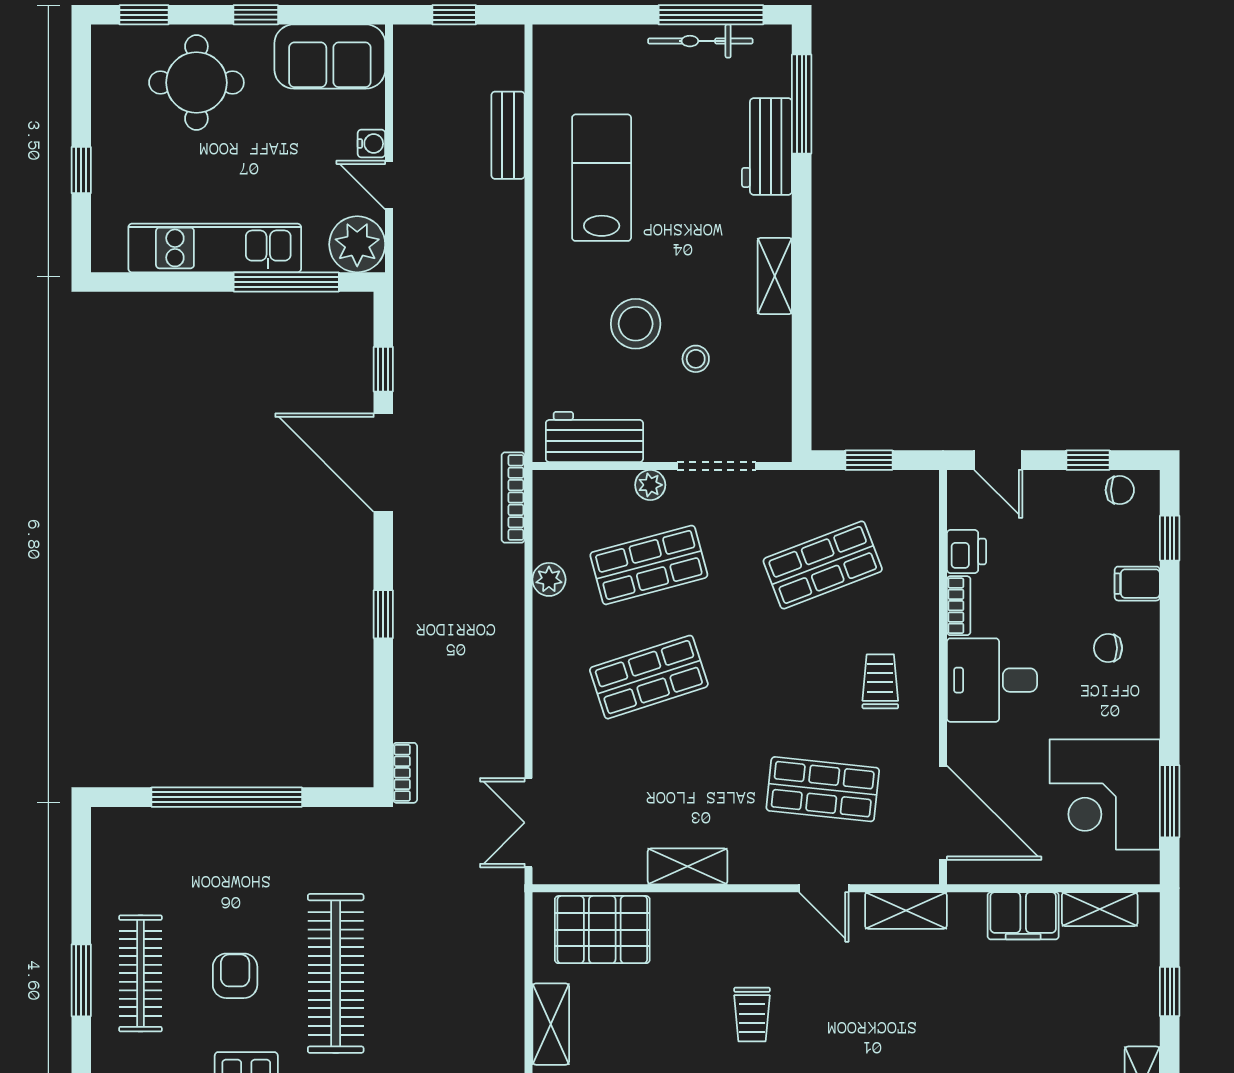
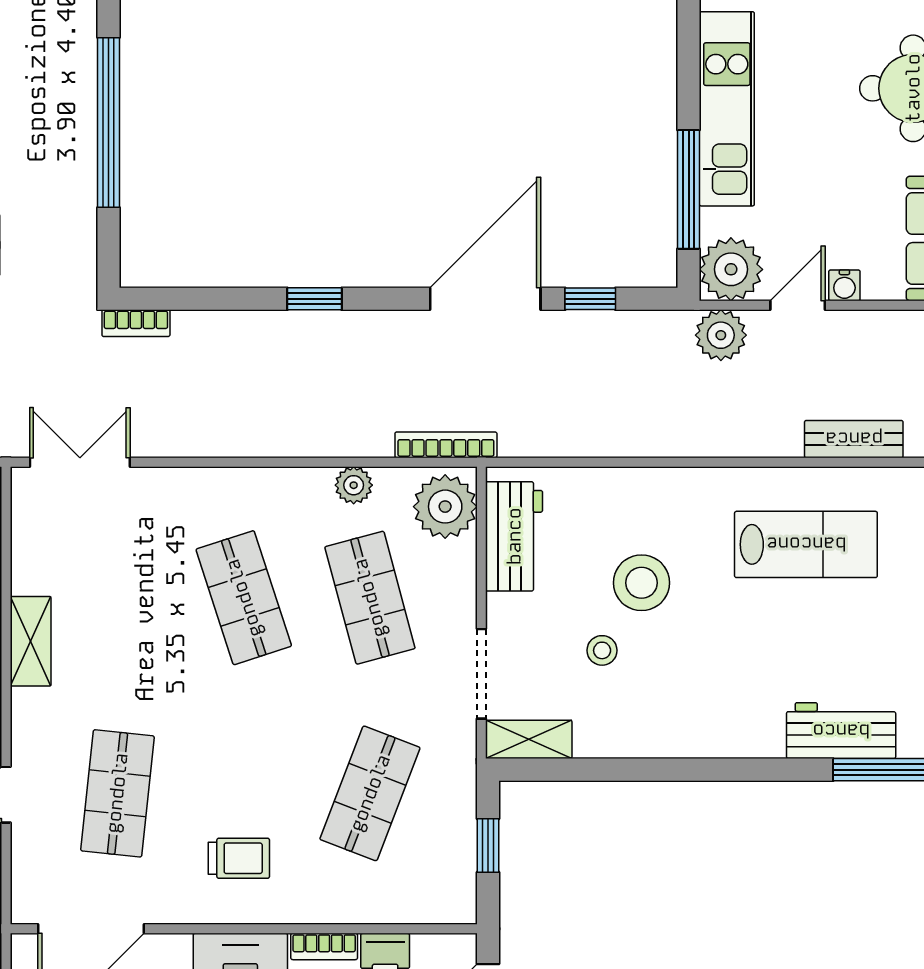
plant: (416, 253) -> (721, 335), added
shelving: (775, 276) -> (529, 739), moved
plant: (650, 485) -> (445, 507), moved, width x1.87, depth x1.87
shop shelf: (823, 565) -> (370, 793), turned 42

